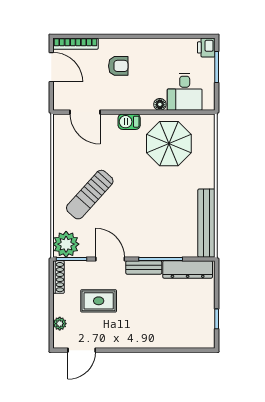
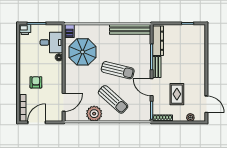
barbecue: (129, 122) -> (69, 31), moved
sun lounger: (138, 202) -> (118, 70), added
plant: (66, 244) -> (94, 114), moved
door: (110, 259) -> (152, 87), hinge flipped

